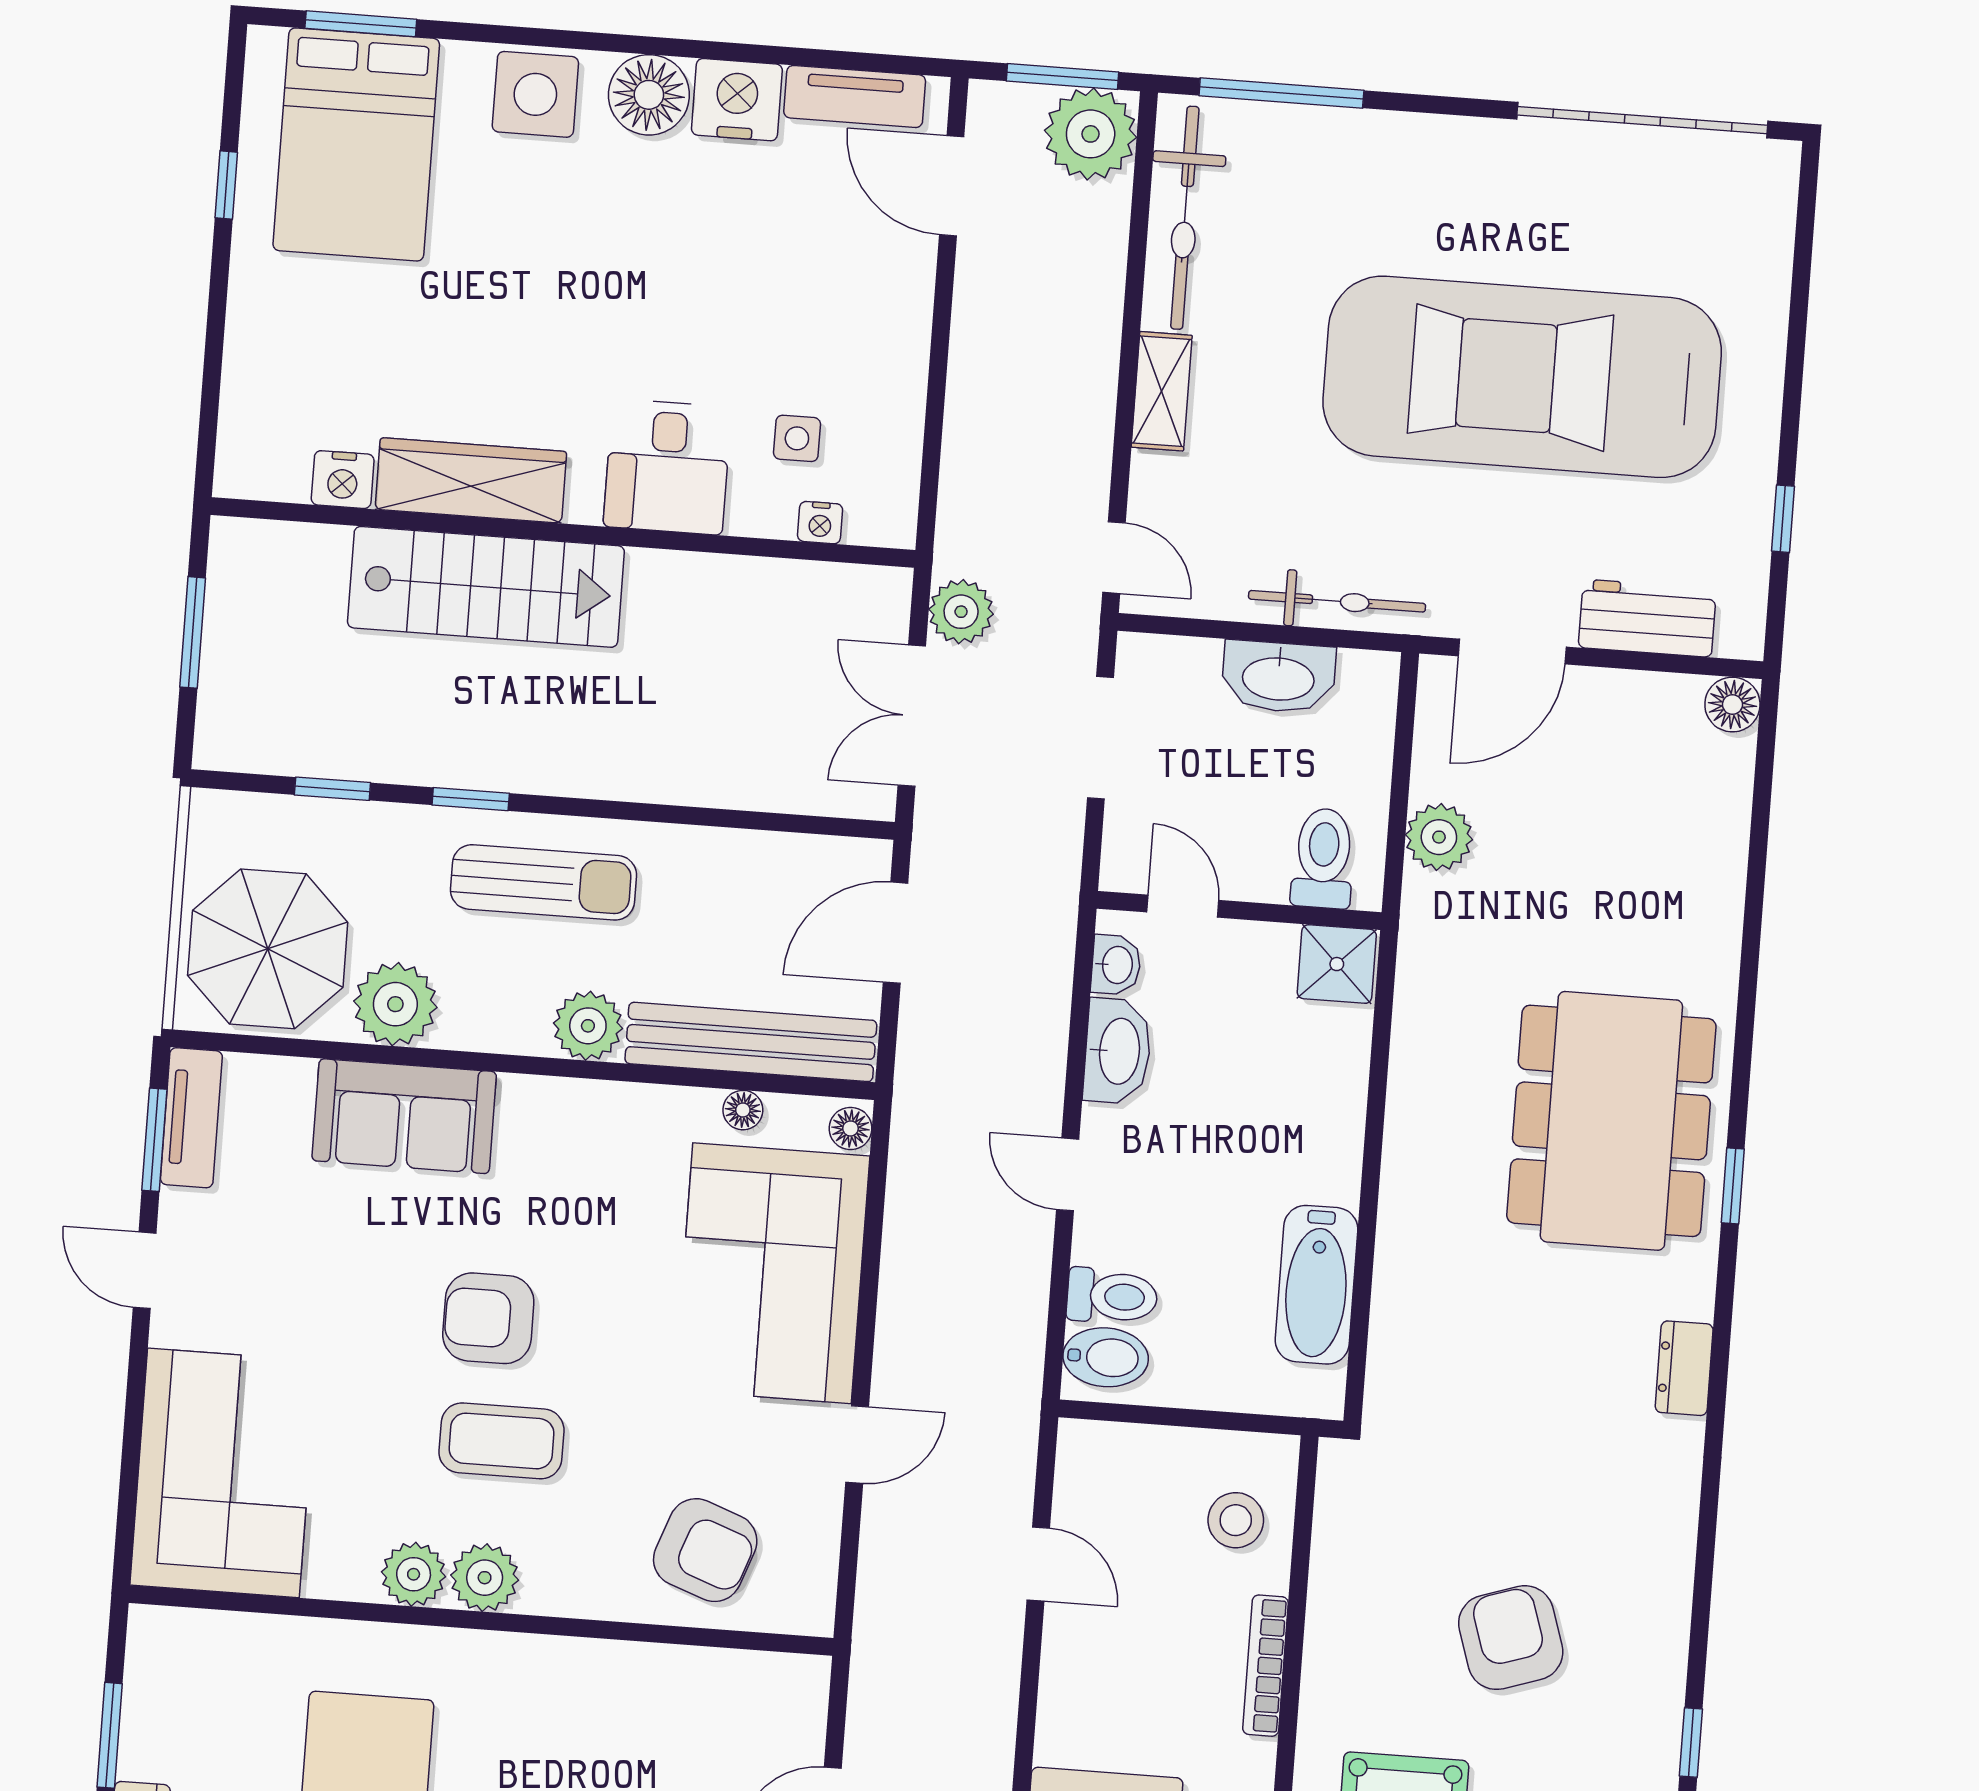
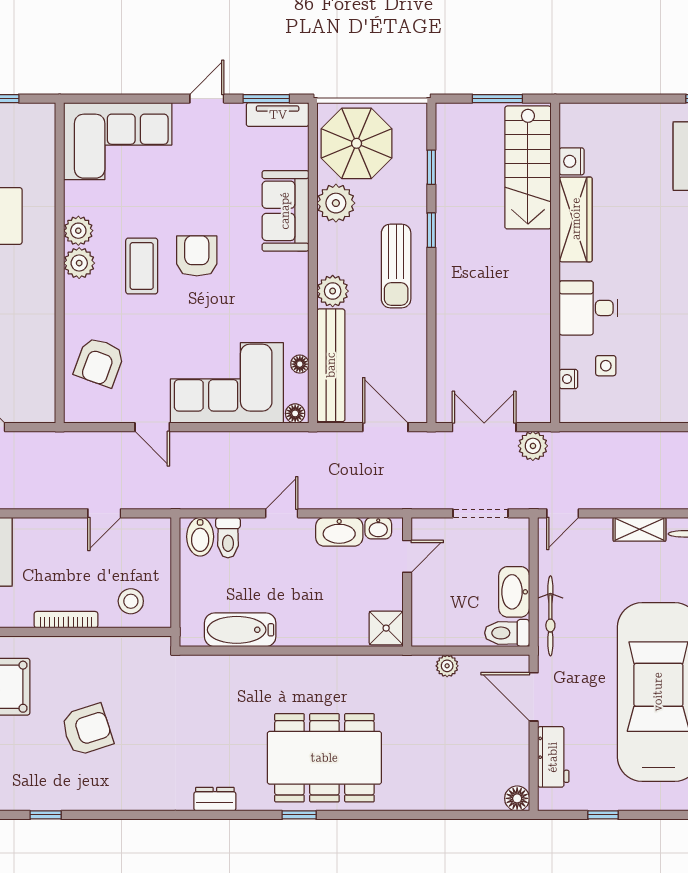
stairs: (486, 587) -> (528, 167), moved
plant: (1439, 837) -> (447, 666), width x0.73, depth x0.73
toilet: (1323, 858) -> (507, 633), moved, turned 180

